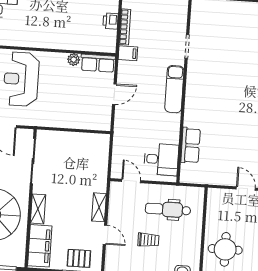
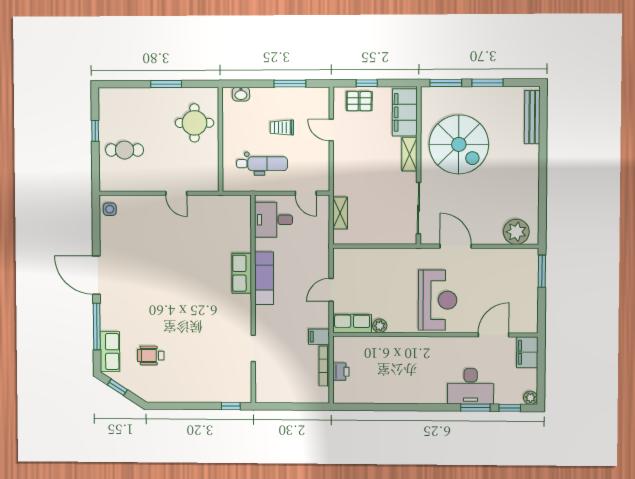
exam couch: (174, 89) -> (264, 278), moved
row of seats: (190, 145) -> (242, 273), moved
shelving: (99, 207) -> (340, 213), moved

